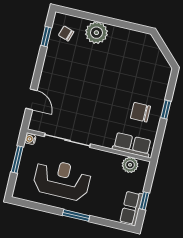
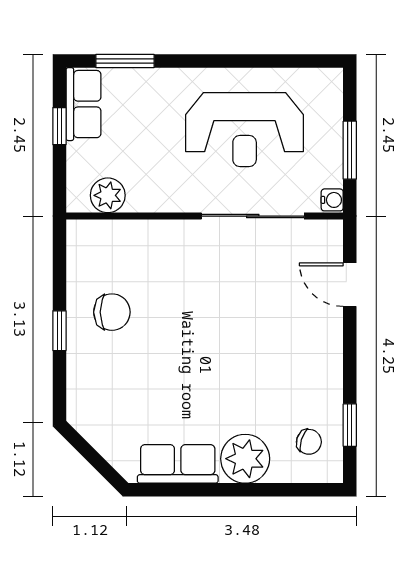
row of seats: (132, 145) -> (178, 464), moved, turned 180
window: (76, 215) -> (125, 61), moved

